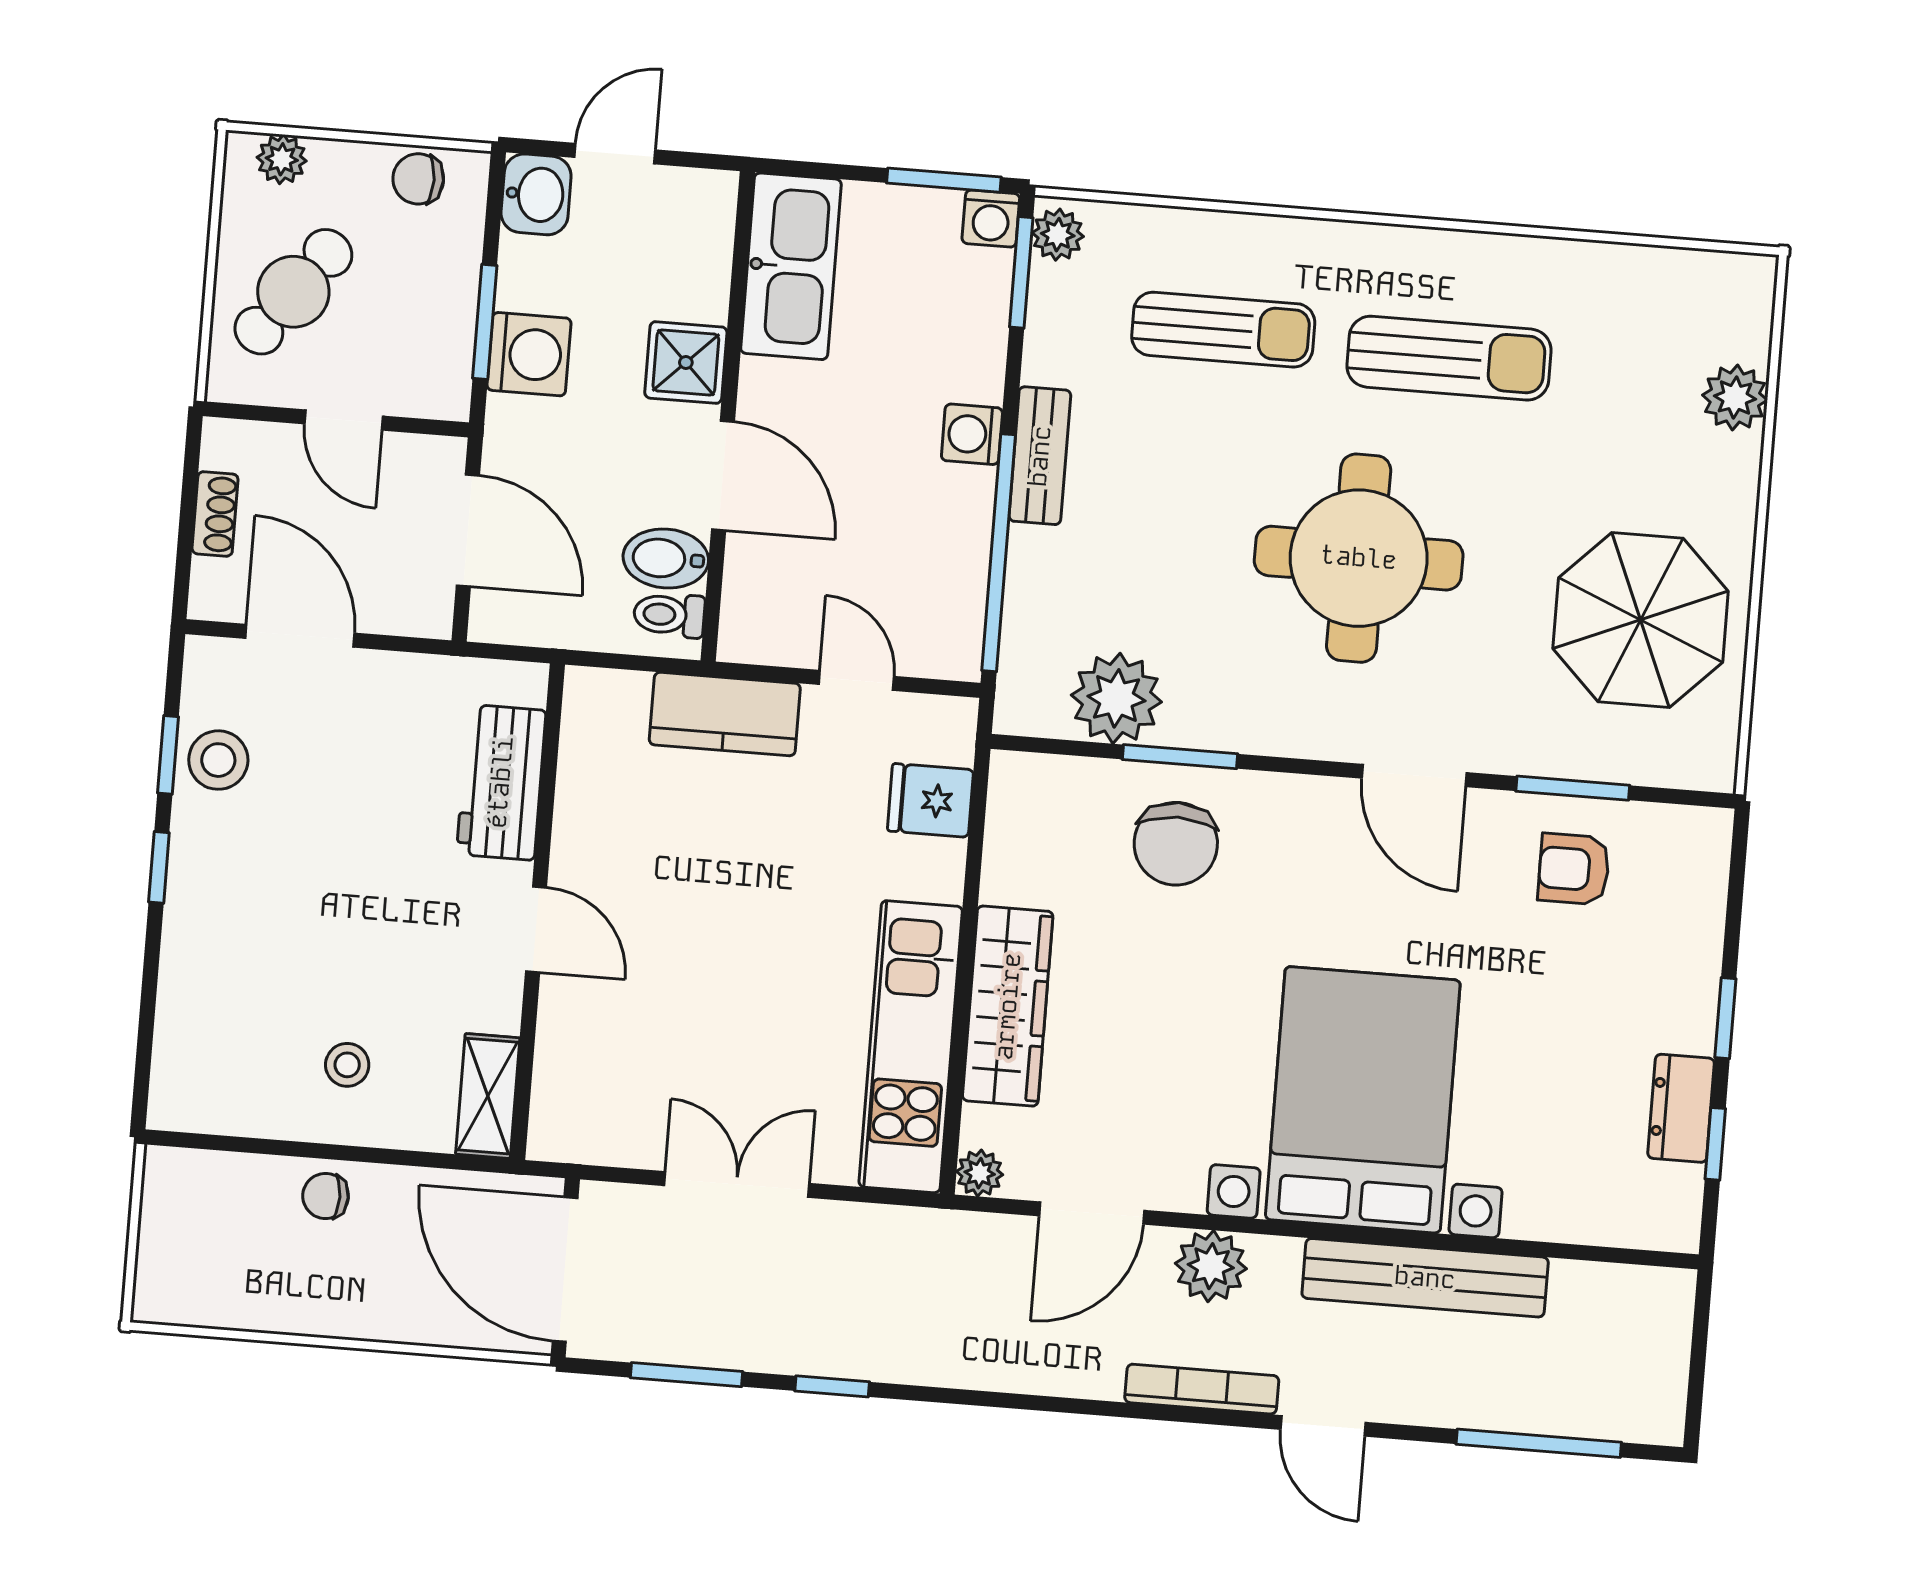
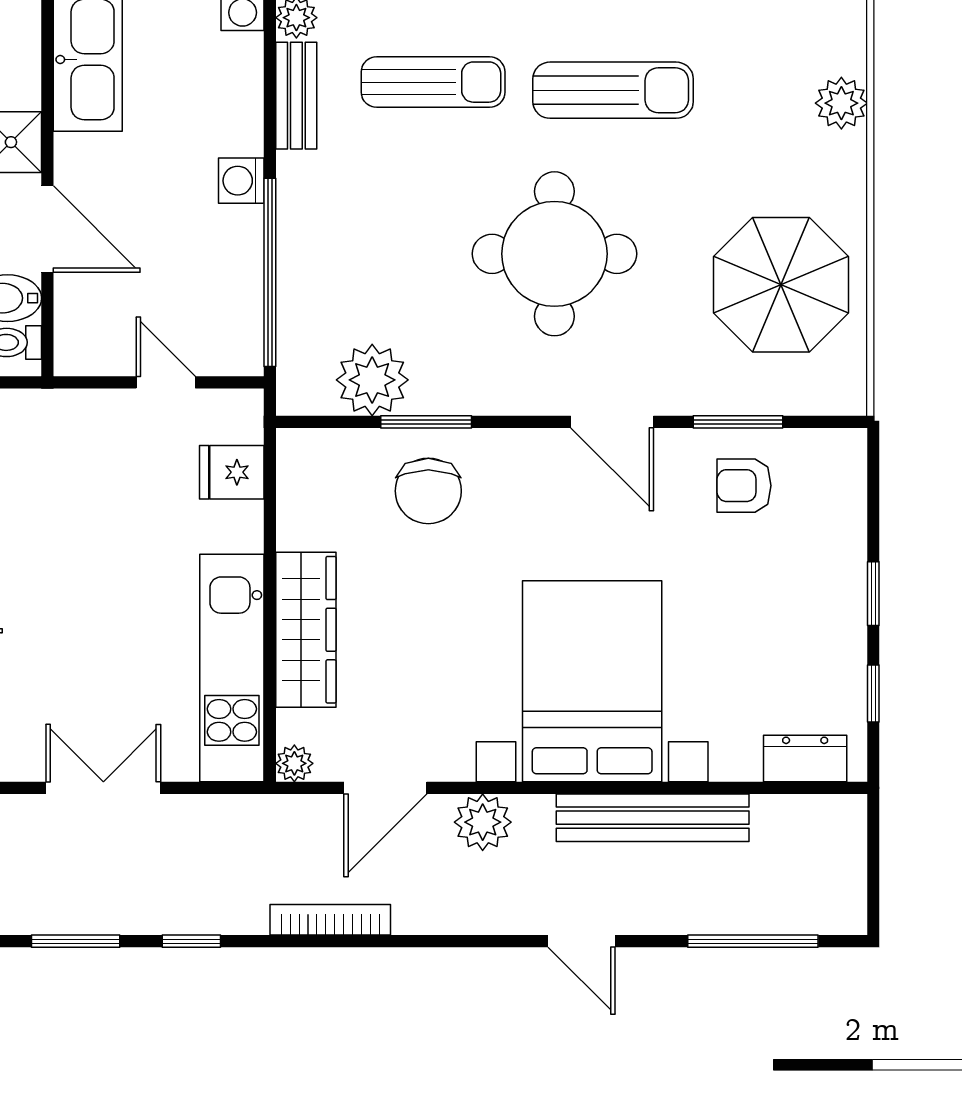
window: (1021, 272) -> (270, 50), removed
bench: (1040, 456) -> (296, 96), moved
kitchen counter: (725, 714) -> (64, 417), removed
dresser: (1681, 1108) -> (805, 759), moved, turned 90
bookcase: (1202, 1389) -> (330, 920), moved

